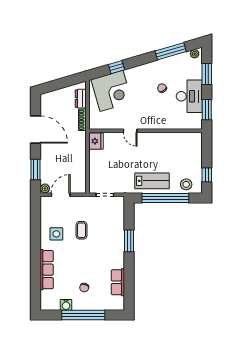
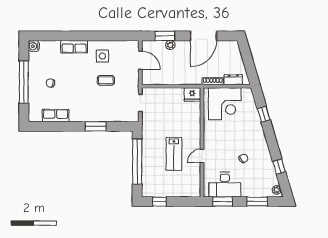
window: (171, 51) -> (279, 167), width x0.46
corner desk: (112, 91) -> (225, 104), moved, turned -74
desk: (189, 96) -> (225, 185), moved
door: (130, 131) -> (202, 156), moved
lab bench: (152, 181) -> (174, 154), moved
stool: (186, 184) -> (150, 182), removed
plant: (45, 188) -> (170, 45), moved
row of seats: (47, 270) -> (74, 47), width x0.68
water cooler: (66, 305) -> (34, 46), moved

